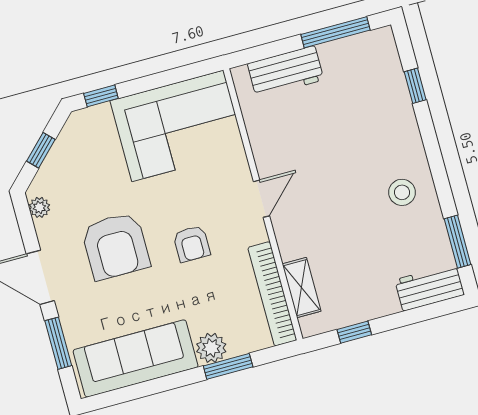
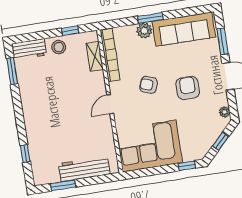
window: (335, 32) -> (63, 185), width x0.69
workbench: (286, 72) -> (84, 169), width x1.38
stool: (402, 192) -> (59, 47), moved
armchair: (192, 244) -> (149, 85), turned -70
armchair: (116, 246) -> (188, 88), width x0.73, depth x0.73
window: (228, 366) -> (150, 18), moved

